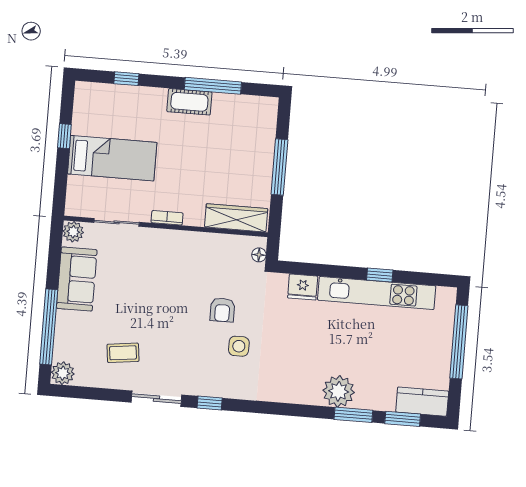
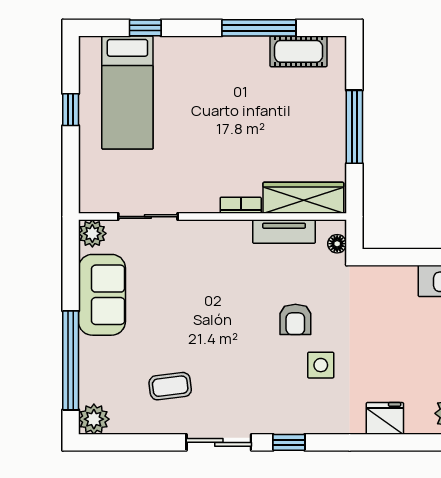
cot: (189, 102) -> (299, 51), moved
bed: (112, 158) -> (127, 93), moved, turned 90
bookcase: (167, 218) -> (241, 205), moved
tv unit: (219, 242) -> (284, 232), added
fridge: (303, 287) -> (385, 418), moved, turned 180

